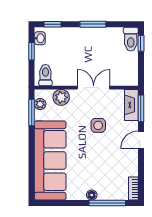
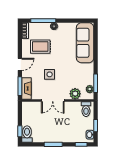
sofa: (50, 160) -> (85, 43), width x0.74, depth x0.79
rug: (112, 166) -> (40, 47), added

